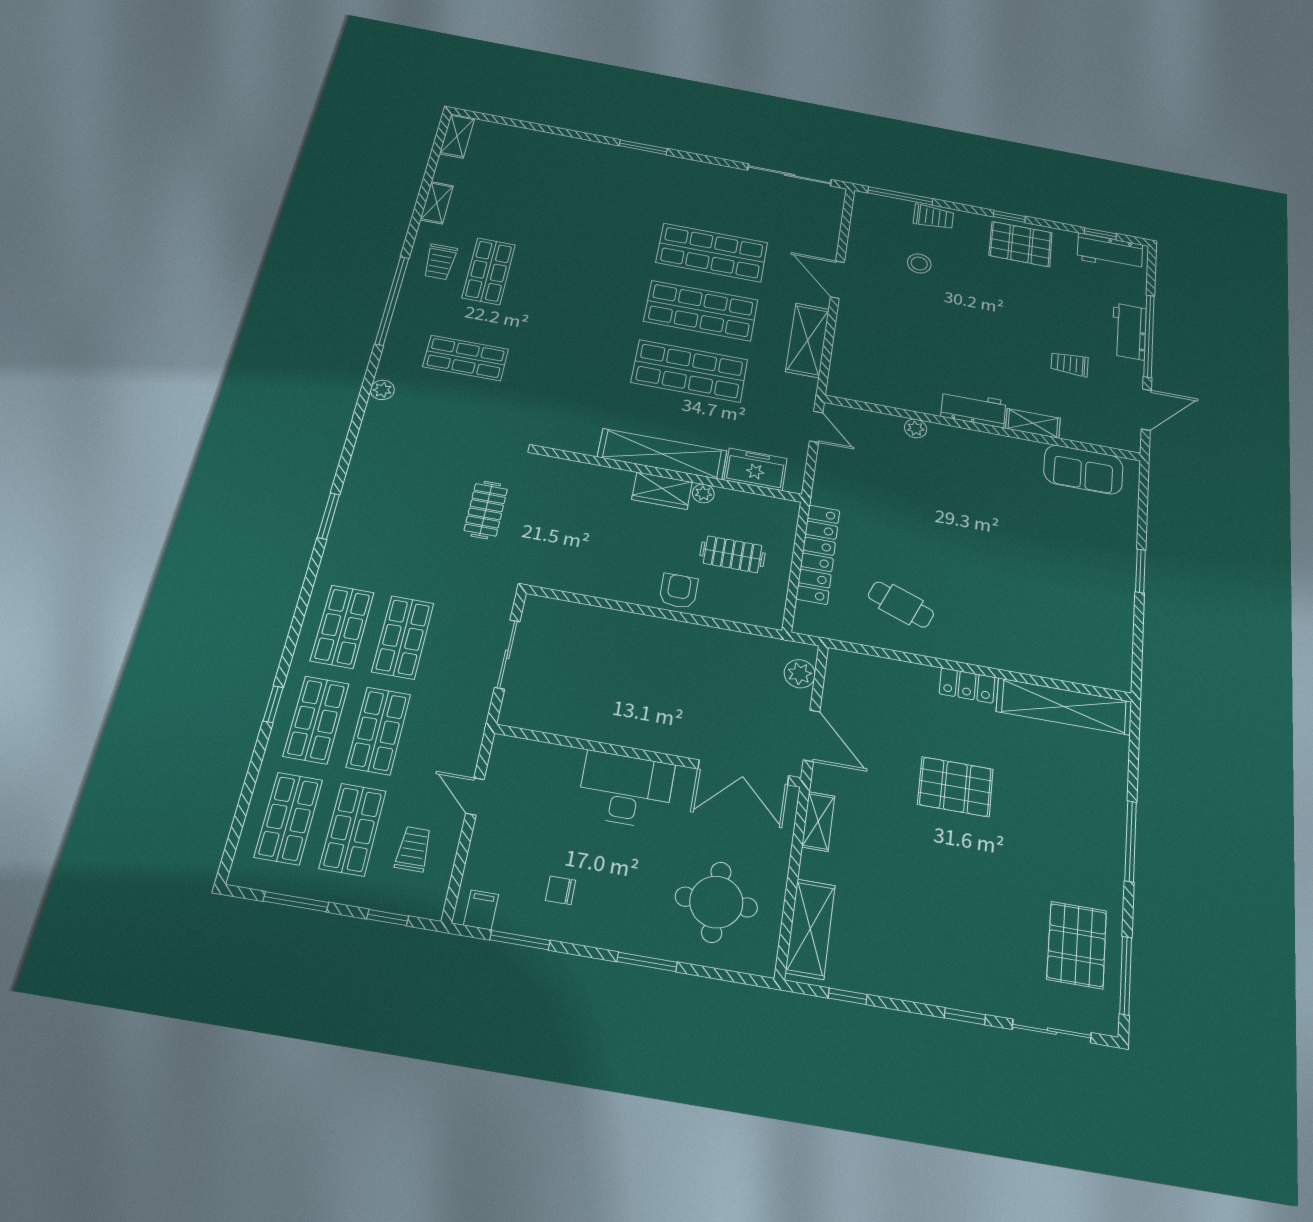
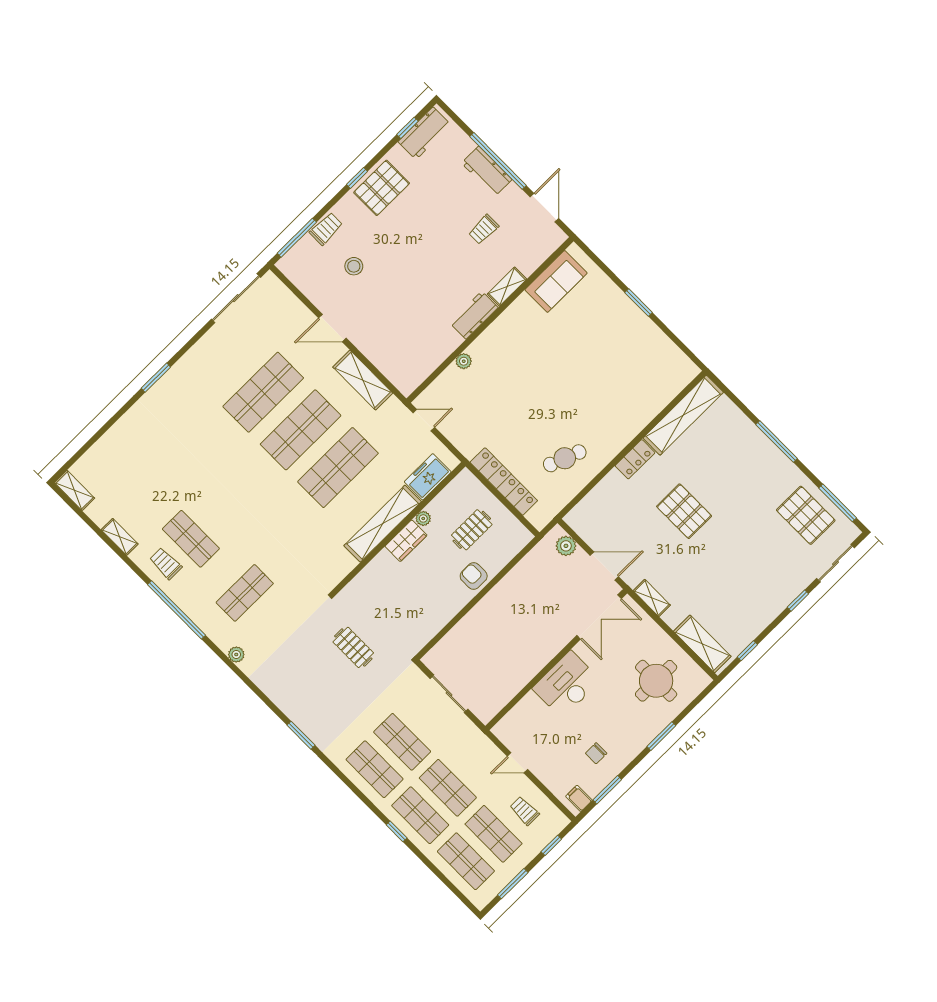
trolley: (440, 262) -> (166, 563), turned 180
pallet: (955, 787) -> (684, 511), turned 90

